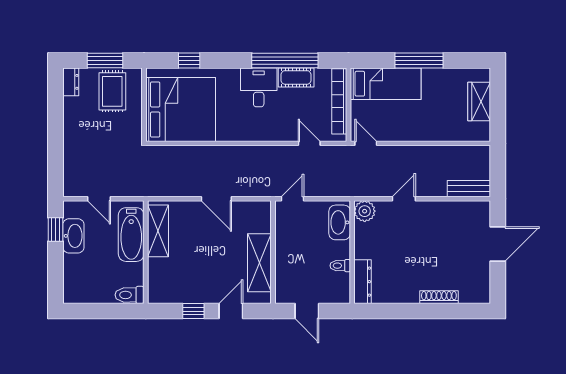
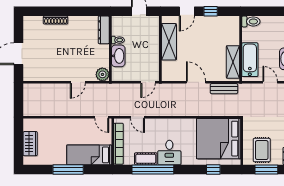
bench: (469, 189) -> (224, 89), moved
washbasin: (340, 222) -> (118, 56), moved

